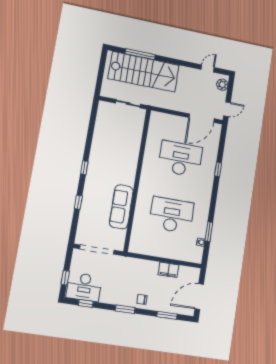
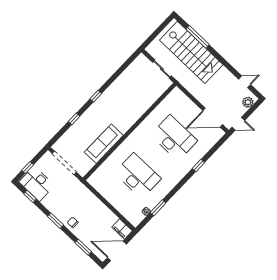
filing cabinet: (168, 270) -> (122, 229), moved

